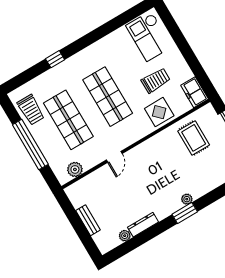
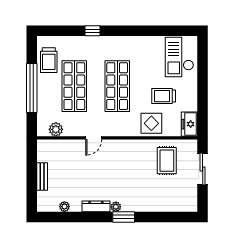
trolley: (156, 80) -> (164, 96), turned 180
plant: (187, 199) -> (116, 207), moved
dresser: (143, 225) -> (96, 206), moved

